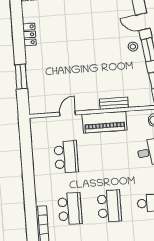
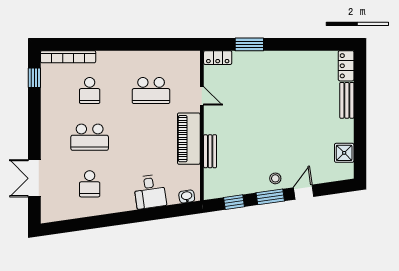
locker: (29, 35) -> (218, 58), moved
school desk: (70, 209) -> (90, 91), width x0.54

